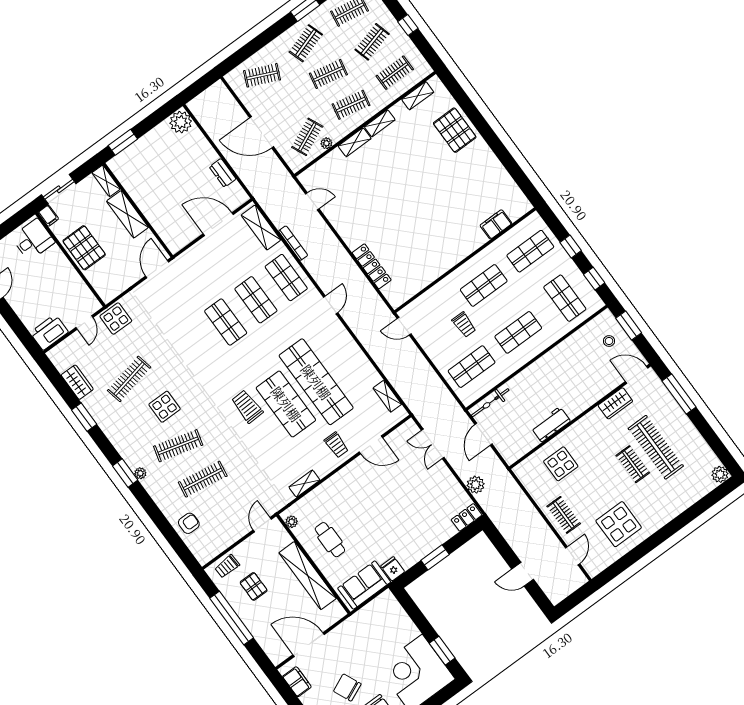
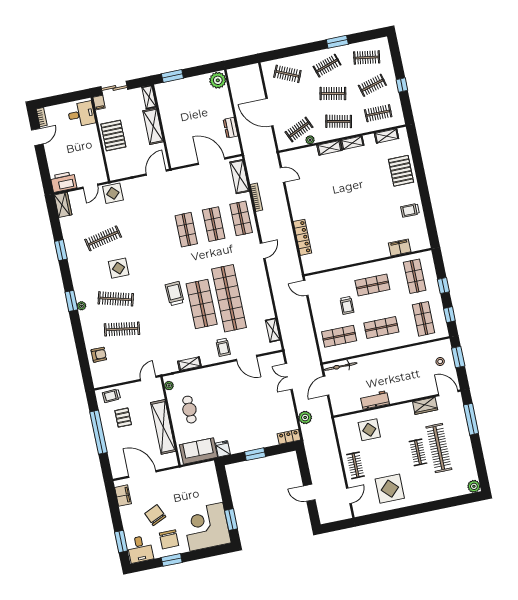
trolley: (488, 173) -> (410, 210), added
shop shelf: (530, 251) -> (415, 276), turned 90
wardrobe: (77, 382) -> (63, 205), moved

